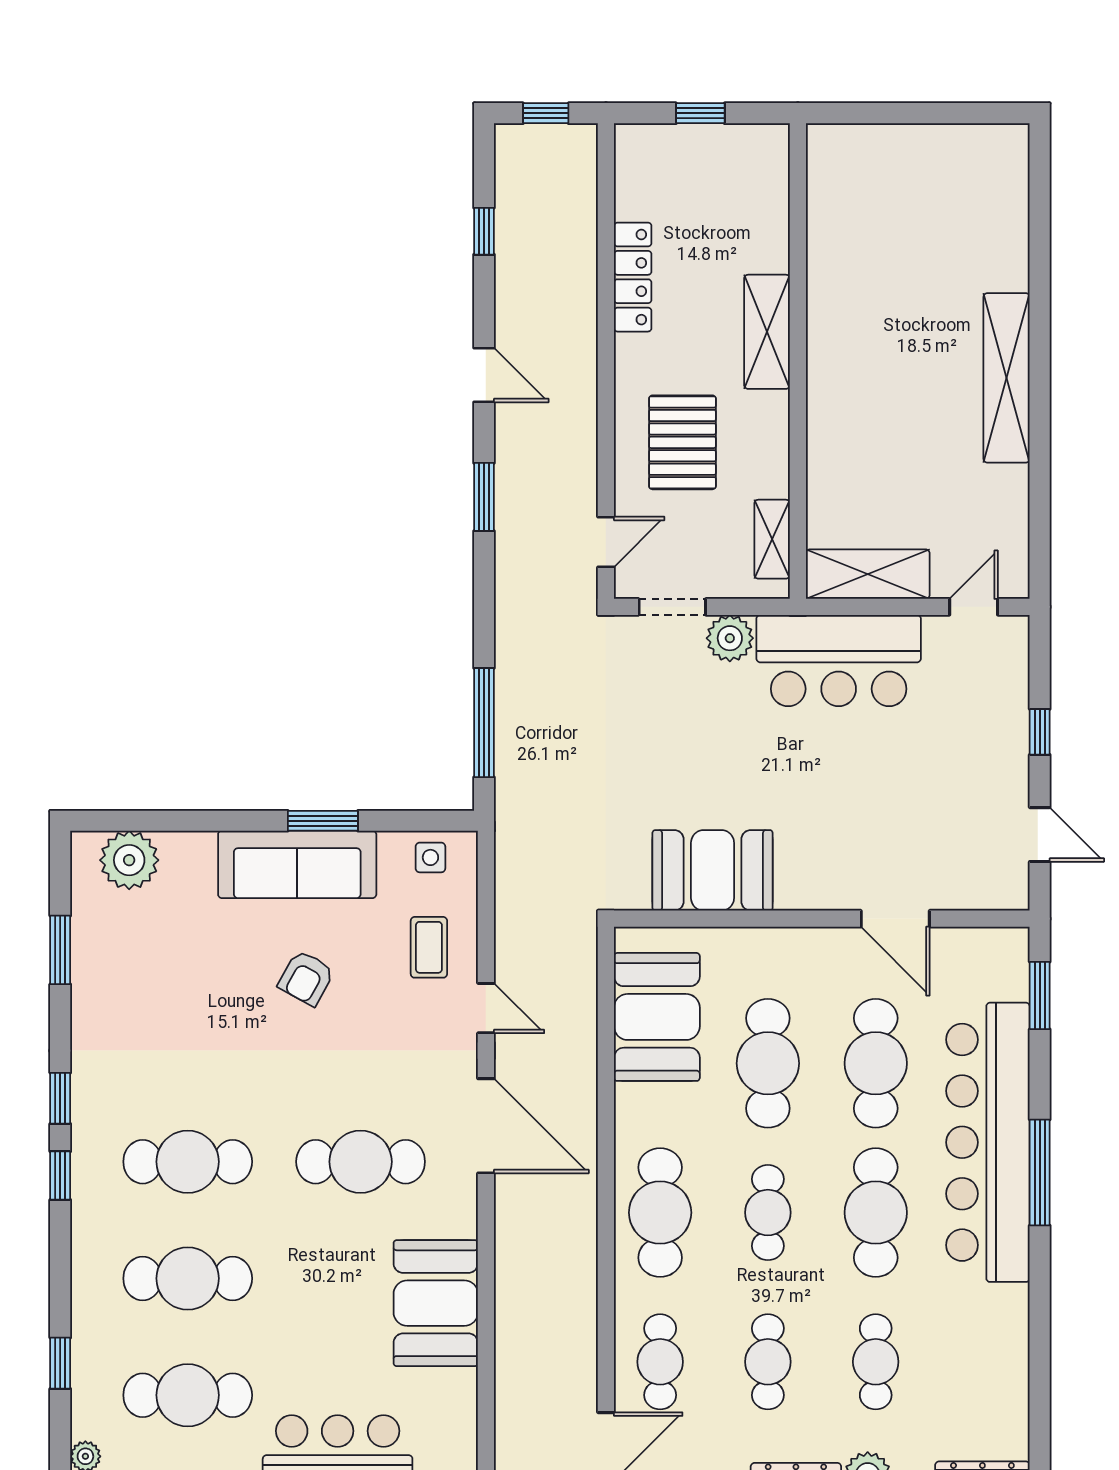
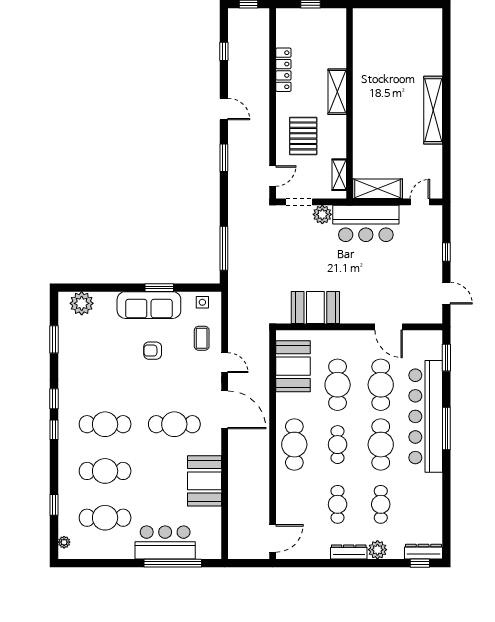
armchair: (306, 978) -> (153, 351), turned 61
cafe table: (660, 1362) -> (294, 504), removed

